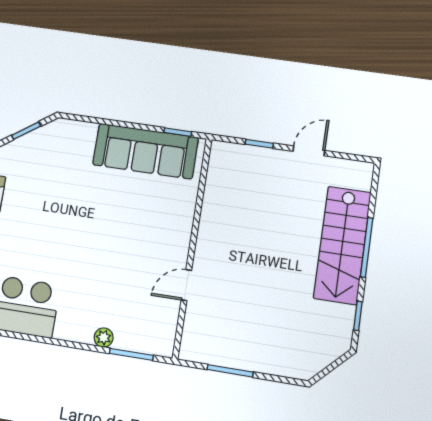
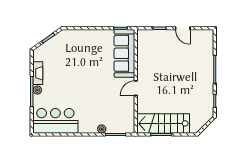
sofa: (145, 151) -> (124, 53), moved, turned 90
door: (309, 151) -> (183, 28), swing flipped
stairs: (342, 245) -> (163, 123), moved, turned 90
door: (186, 285) -> (136, 88), moved

